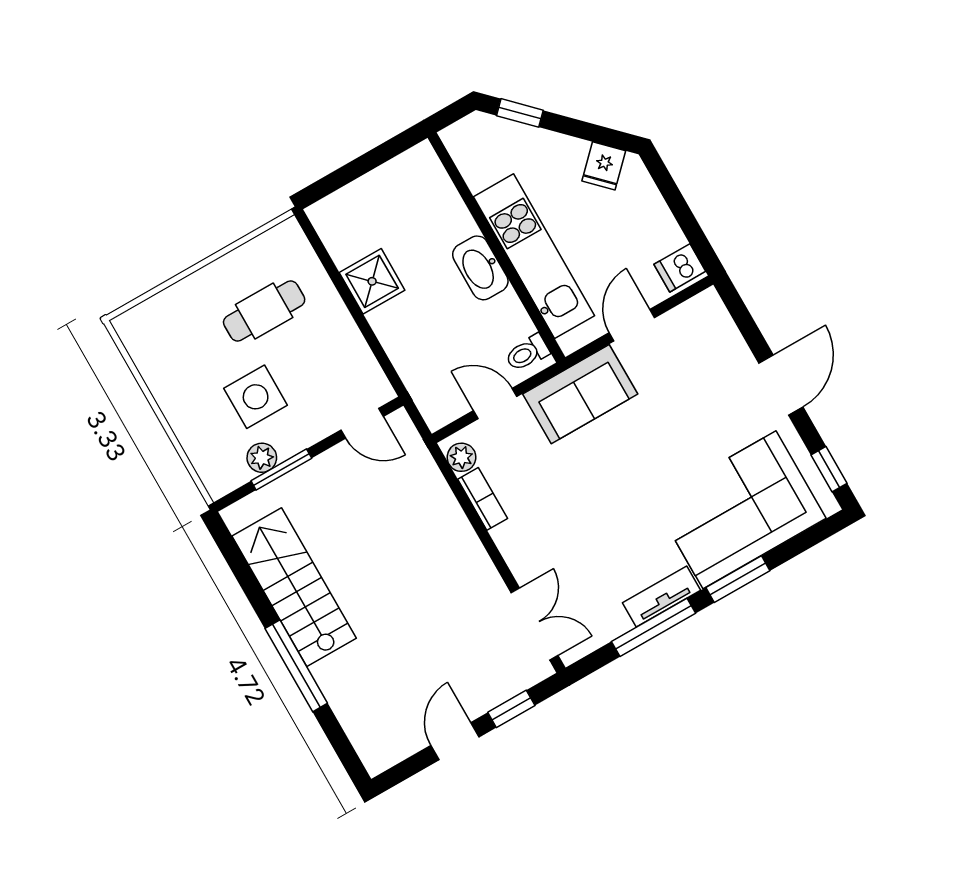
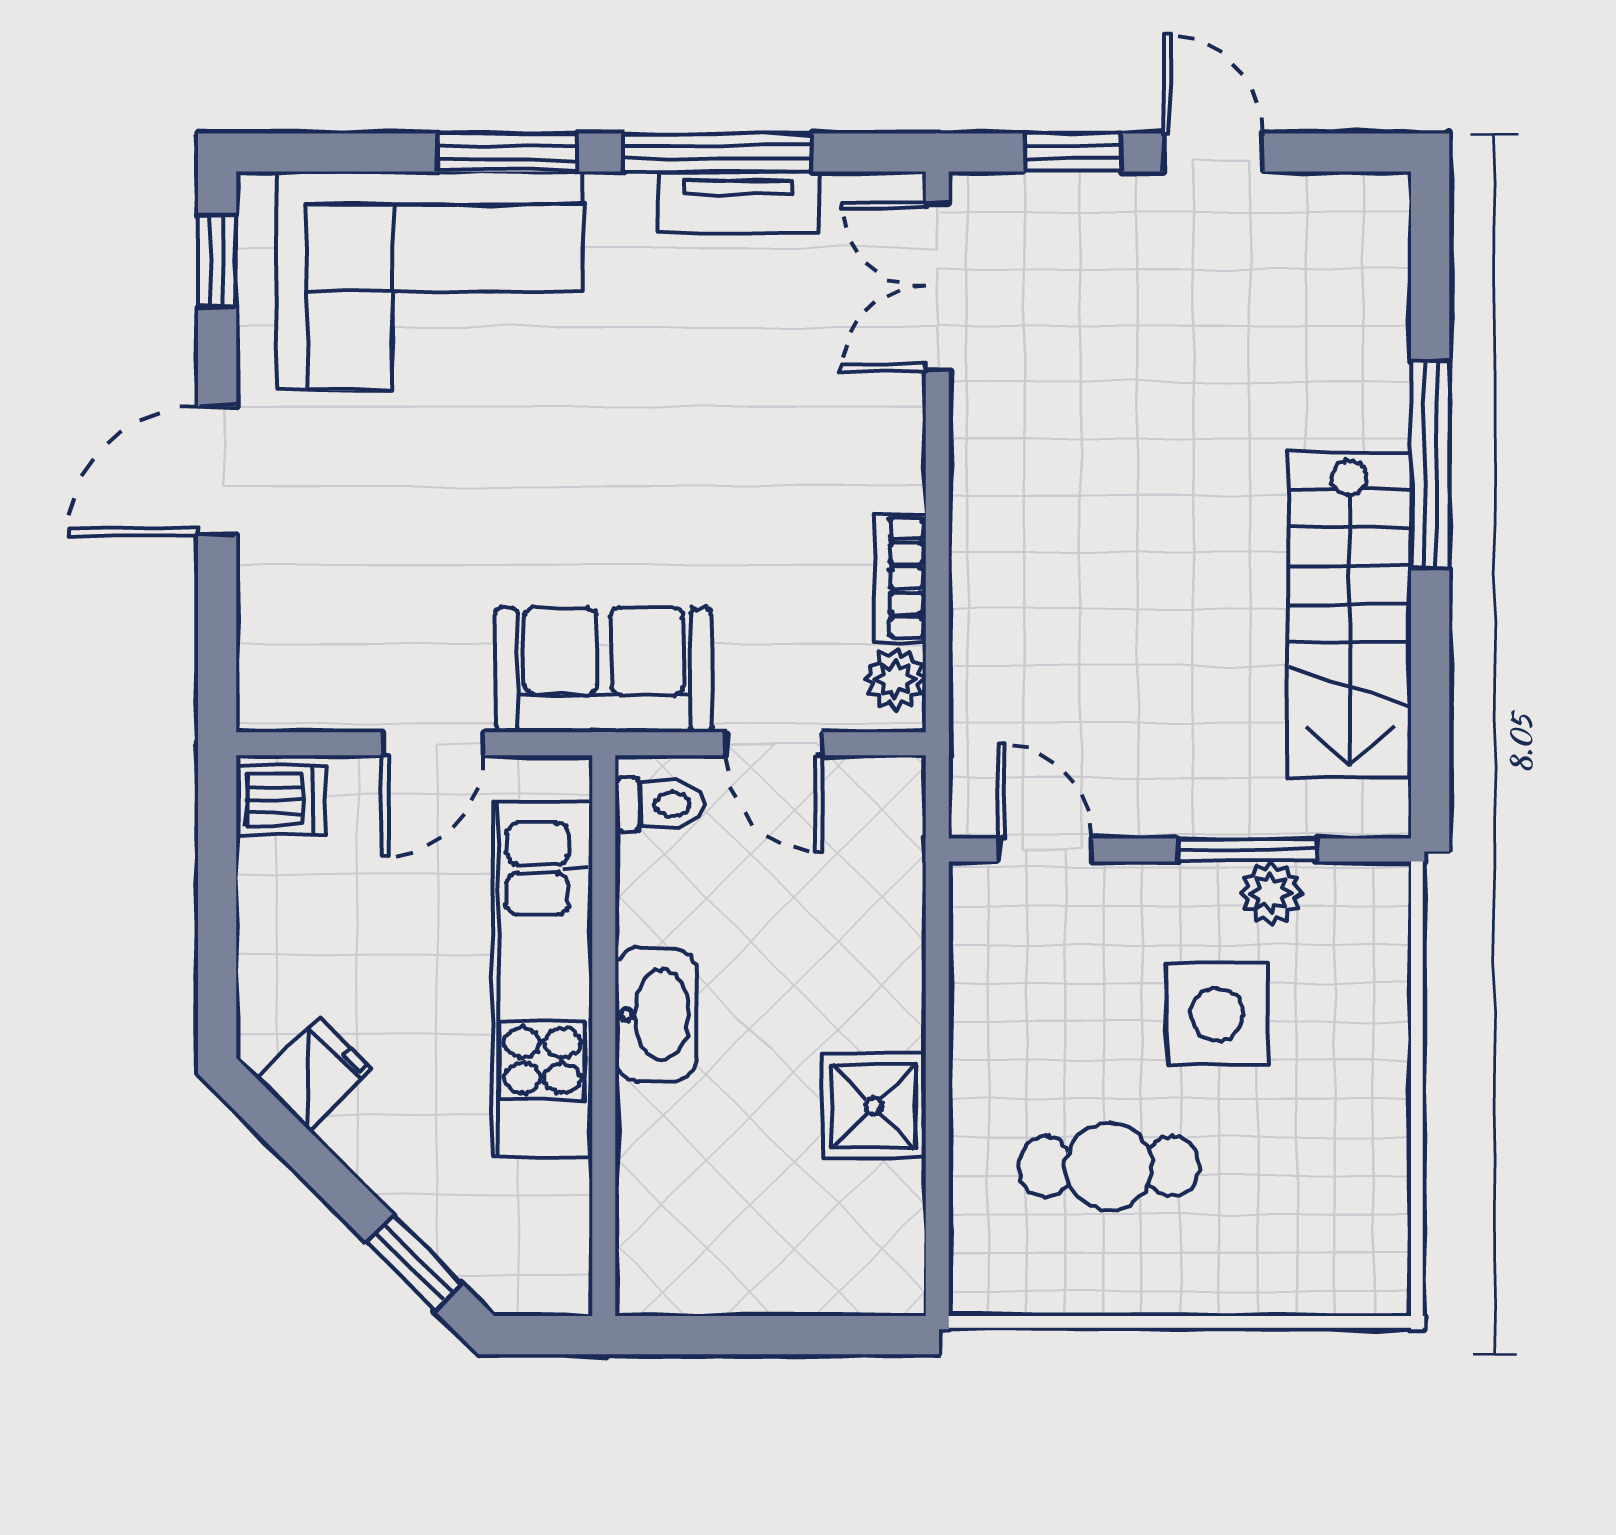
tv unit: (661, 596) -> (738, 202), moved
door: (455, 741) -> (1213, 152), swing flipped

